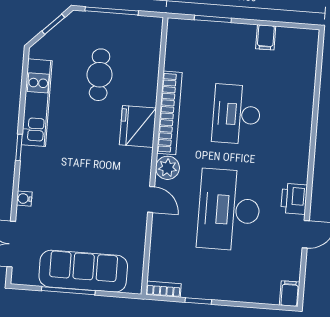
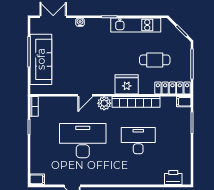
filing cabinet: (266, 37) -> (184, 102), moved
locker: (150, 48) -> (172, 88), added
printer: (294, 199) -> (173, 178), moved

